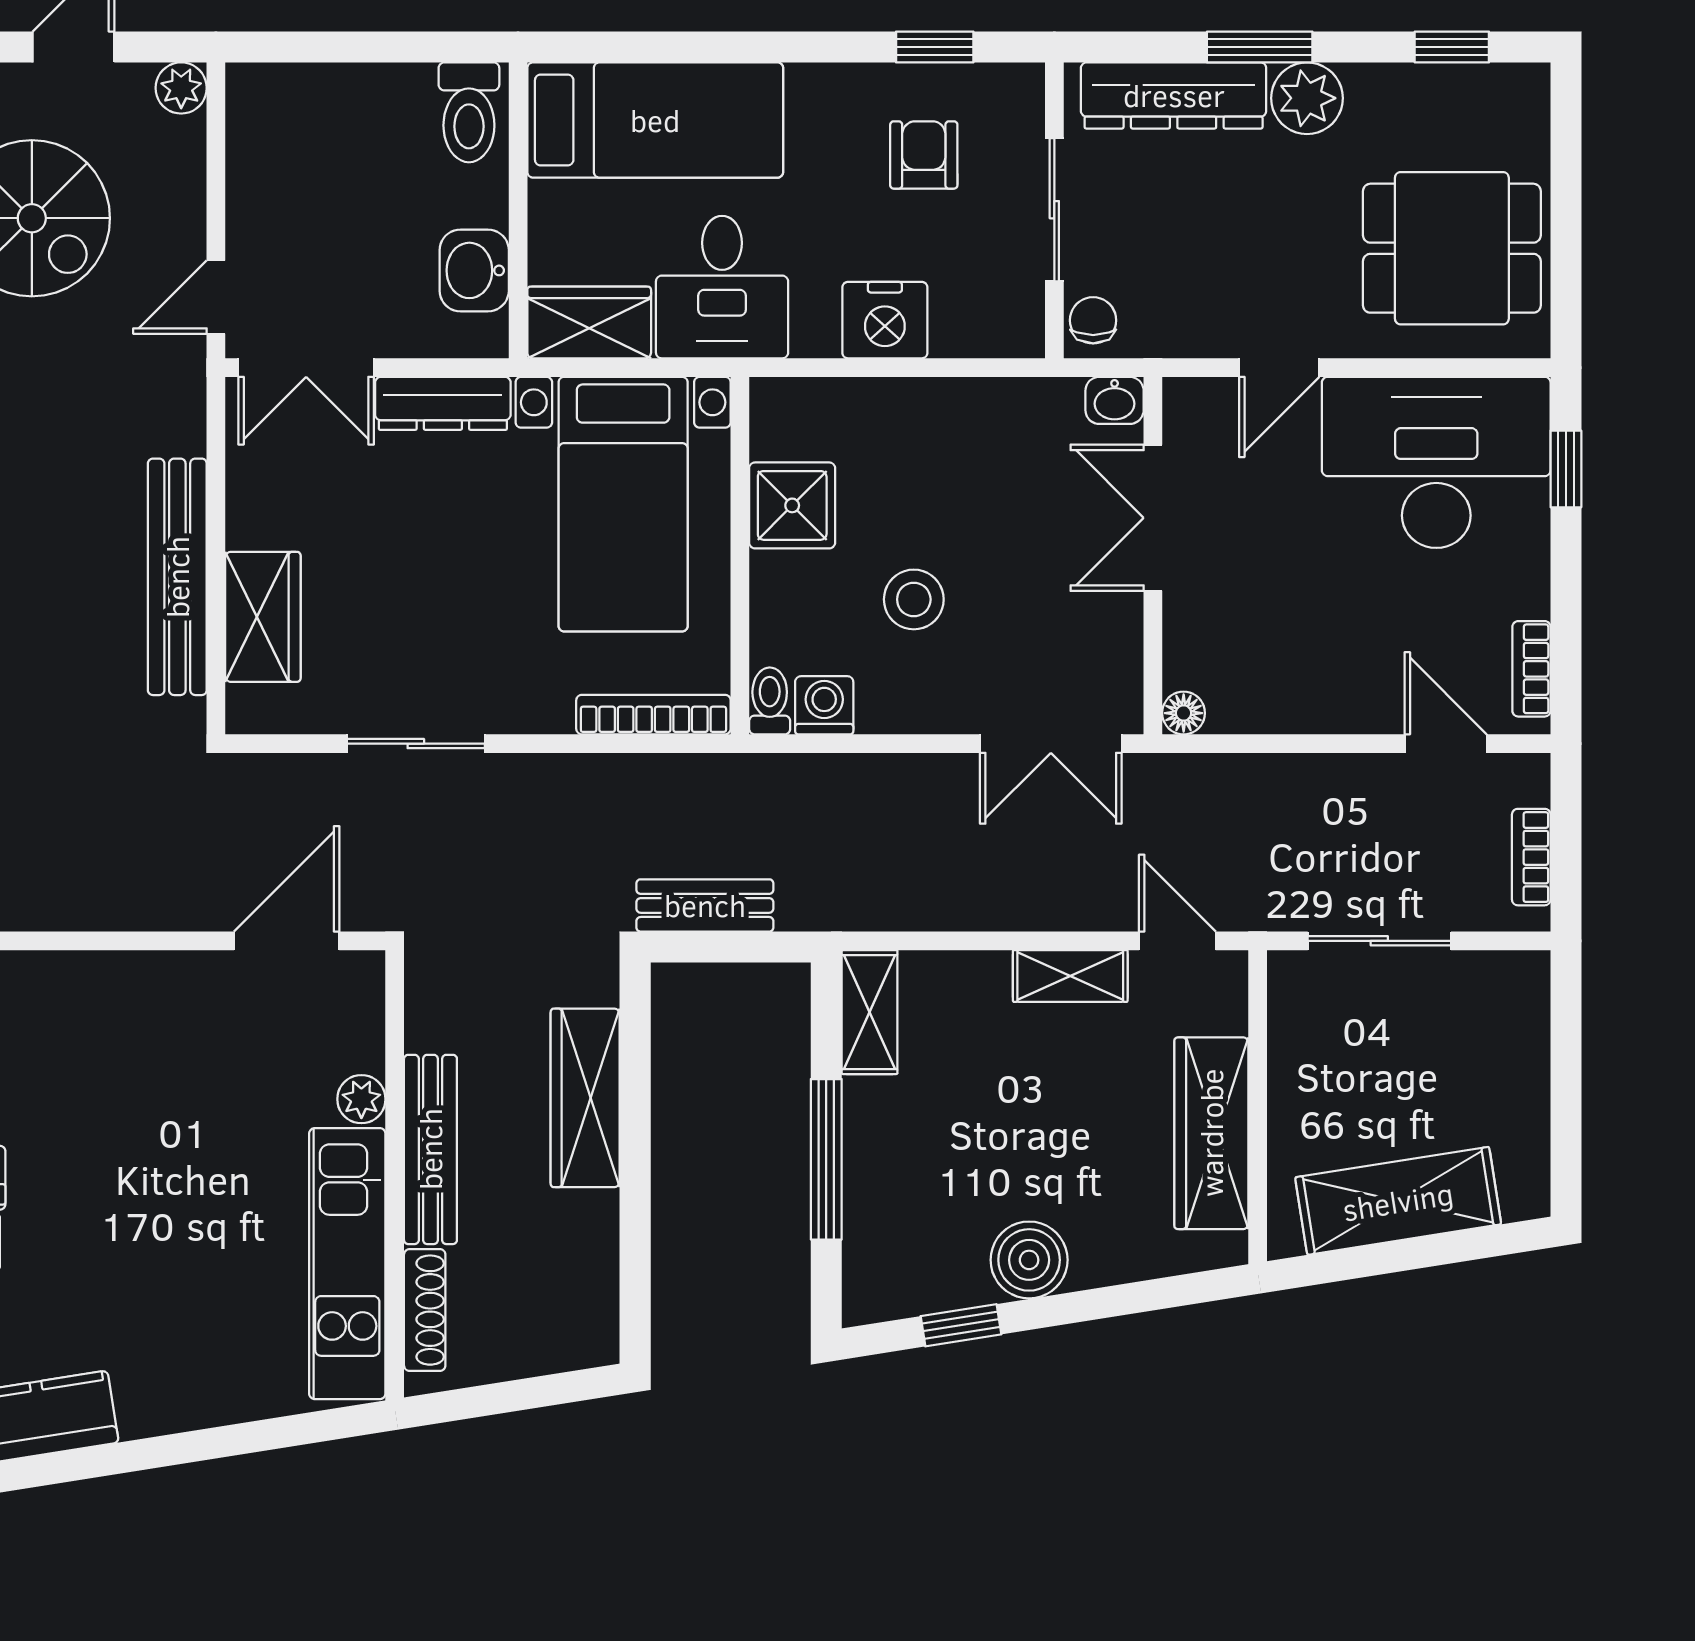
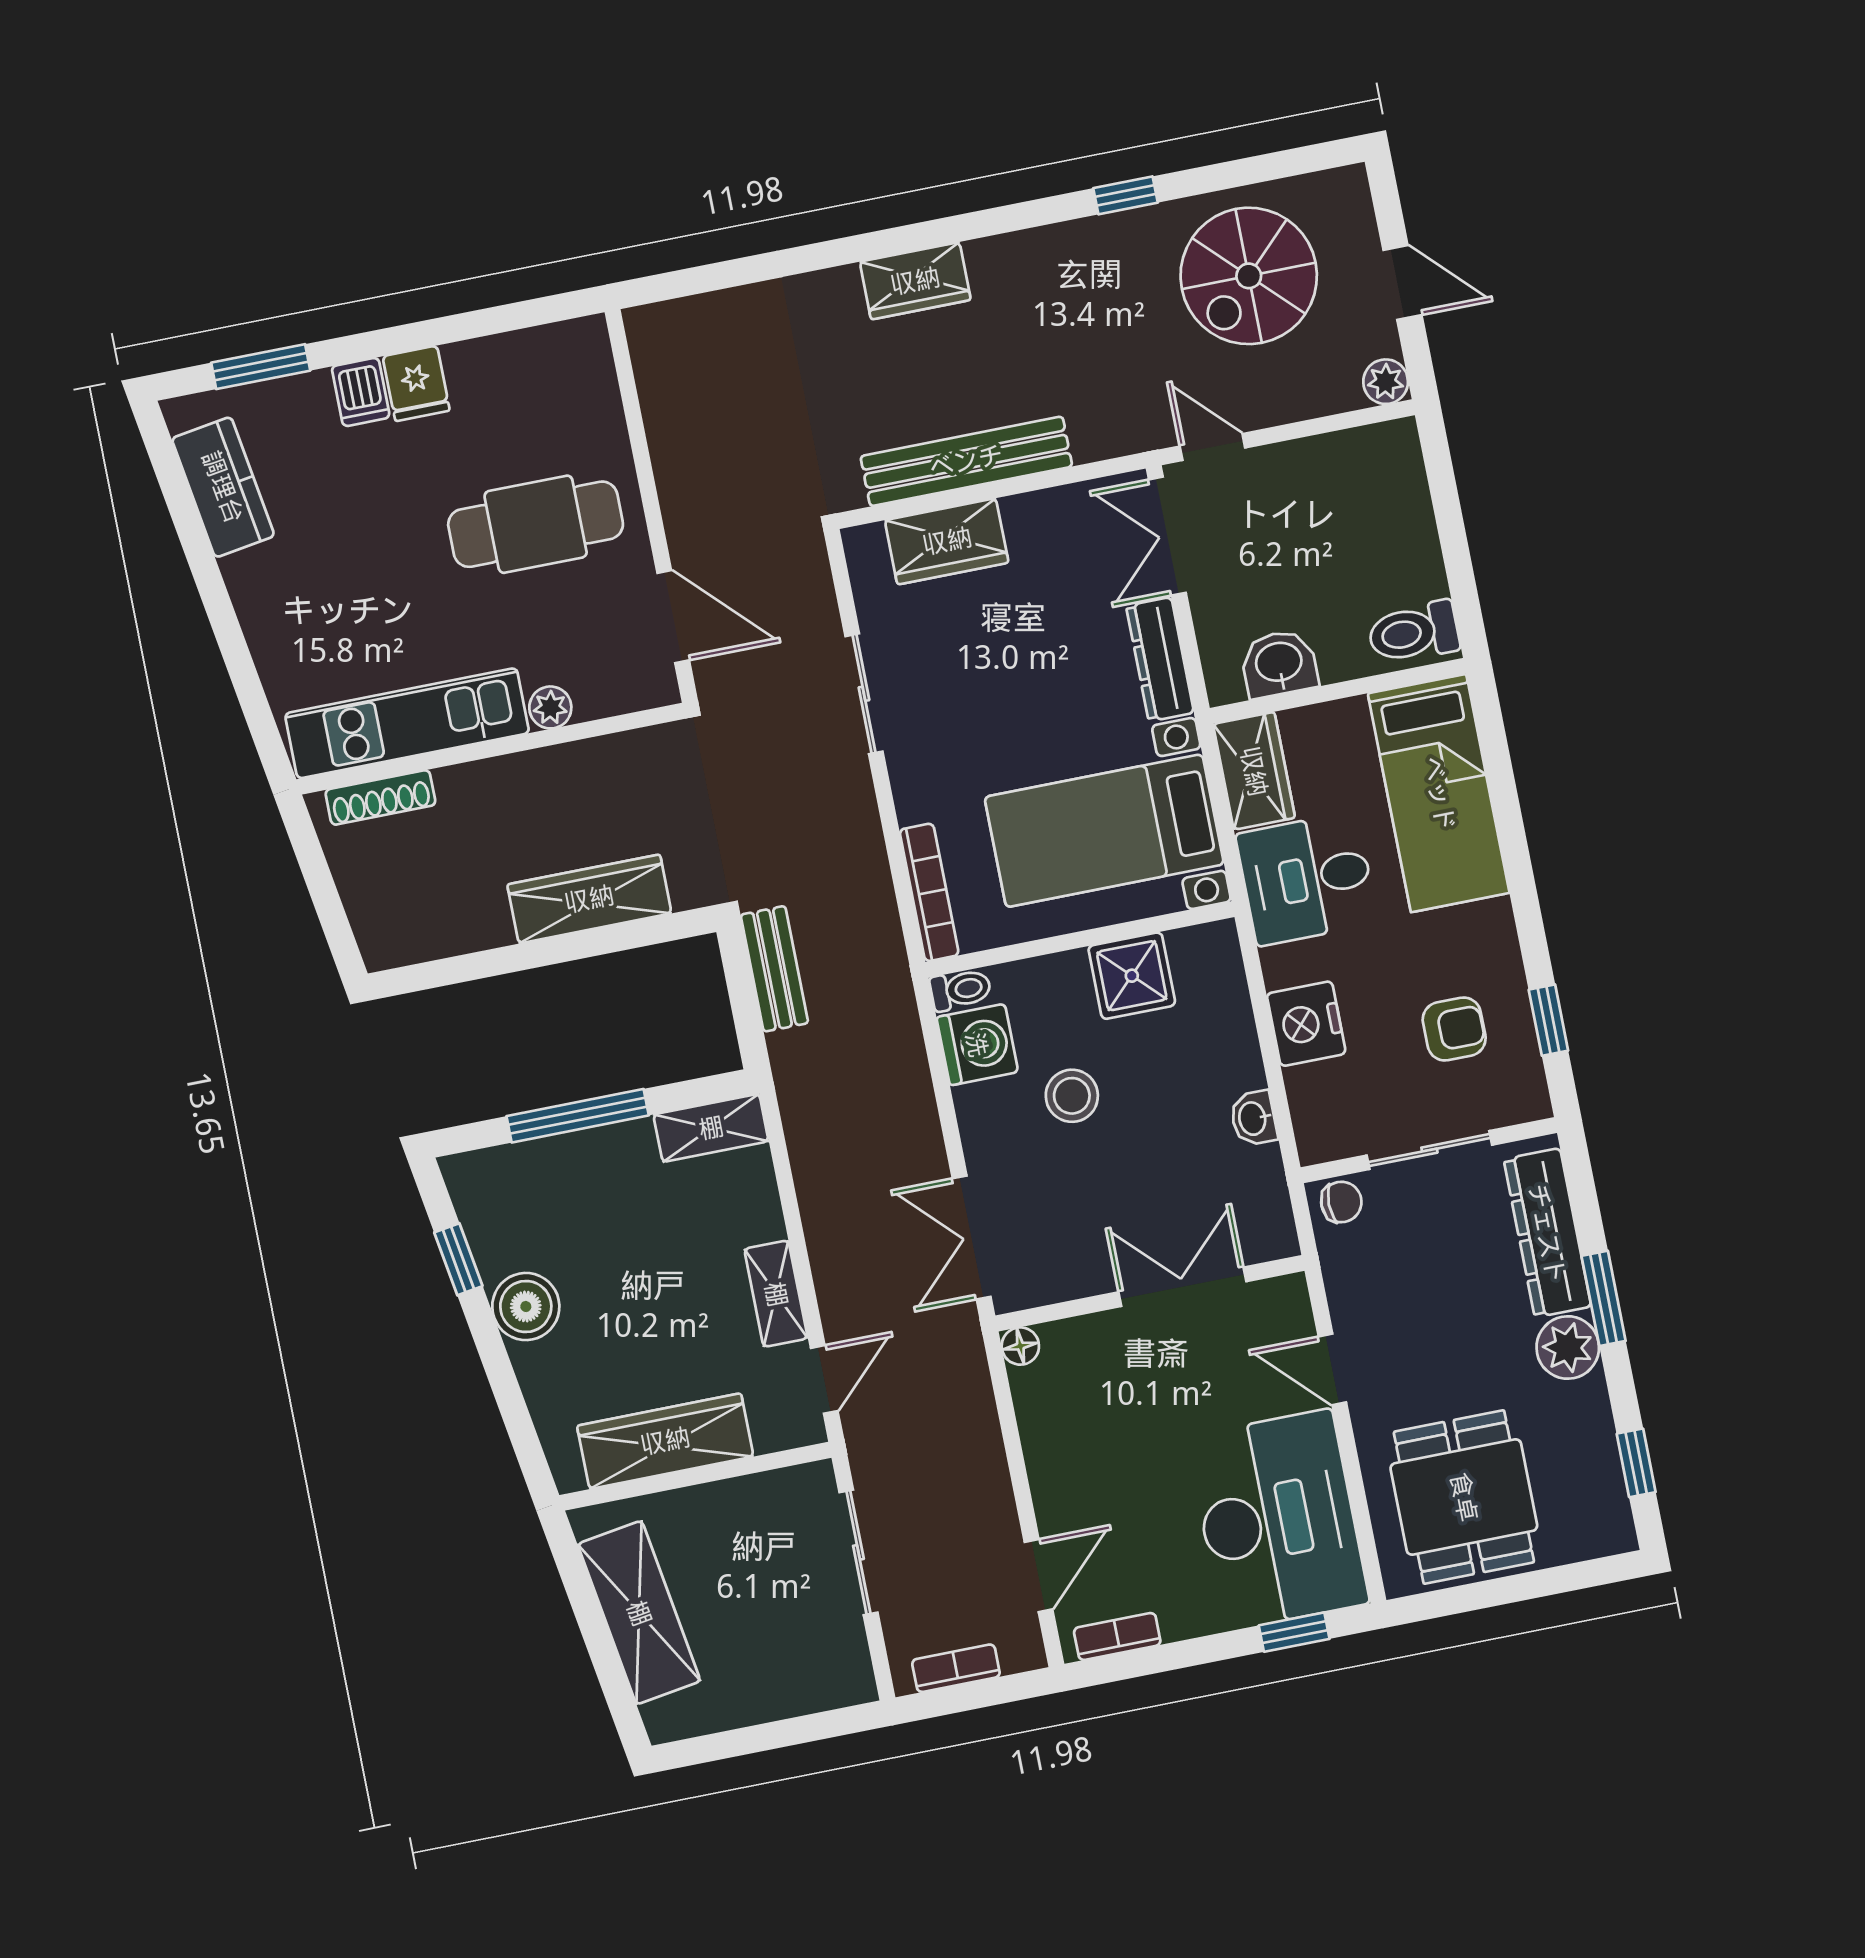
washbasin: (1115, 400) -> (1253, 1118), moved
washing machine: (824, 705) -> (977, 1045), width x1.38, depth x1.38
cafe table: (152, 1075) -> (536, 524), added
bench: (430, 1149) -> (519, 775), removed

